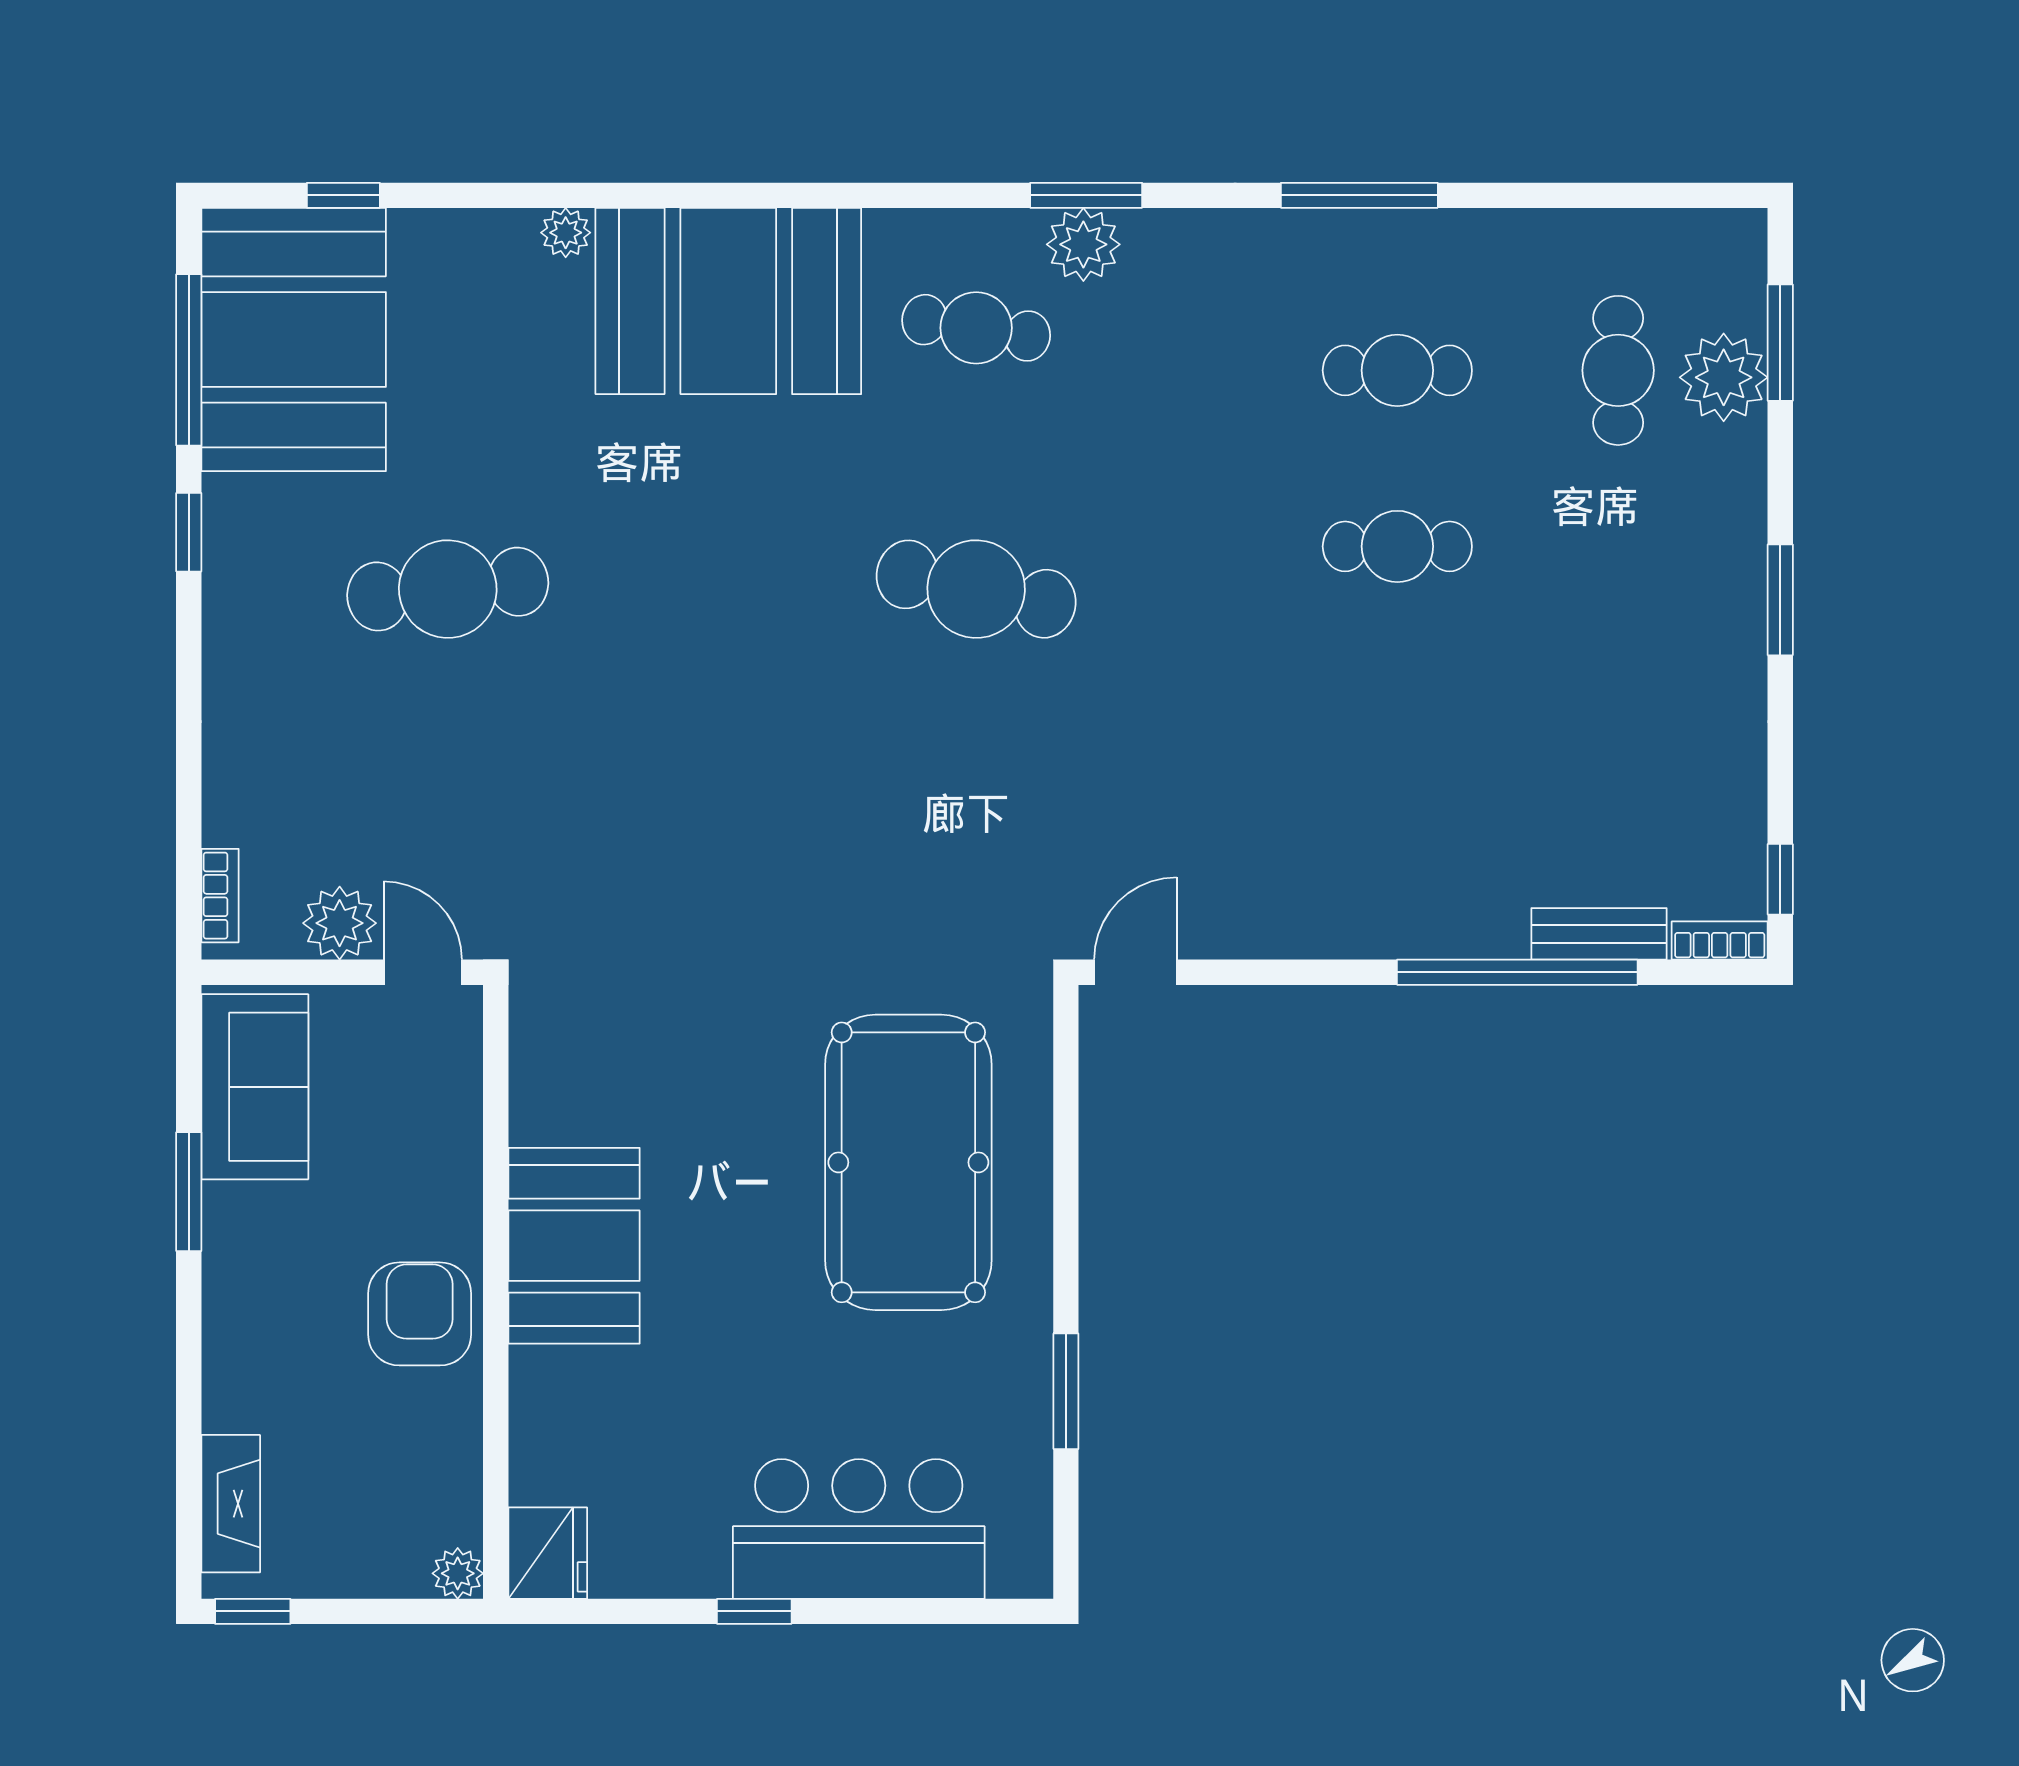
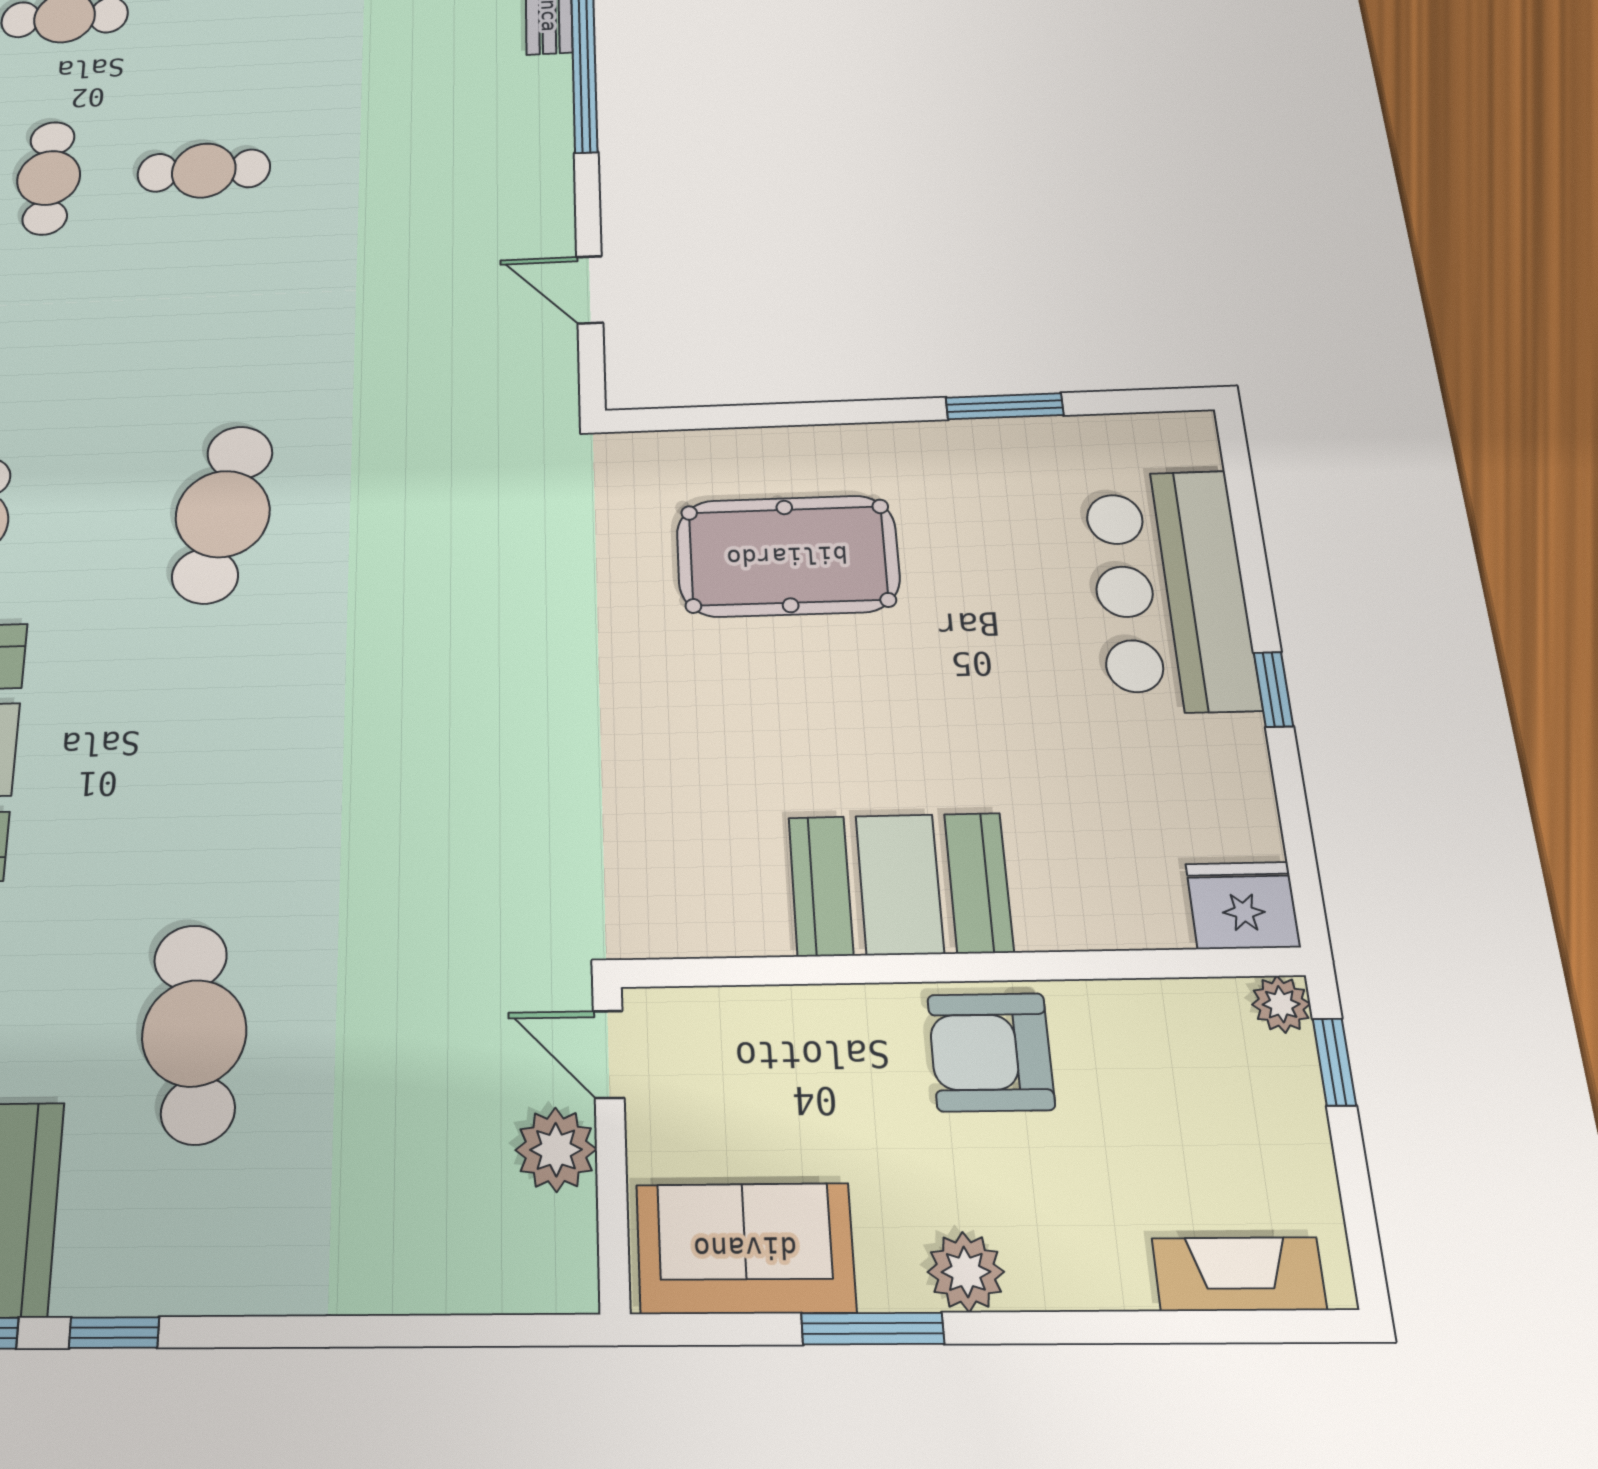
cafe table: (1397, 546) -> (204, 171), turned 90
bookcase: (220, 896) -> (526, 1292), removed
door: (423, 972) -> (609, 1054), hinge flipped
door: (1135, 972) -> (590, 290), moved
pool table: (908, 1162) -> (787, 556), width x0.73, depth x0.76
plant: (234, 1275) -> (966, 1272), added
window: (253, 1611) -> (1334, 1062), moved

